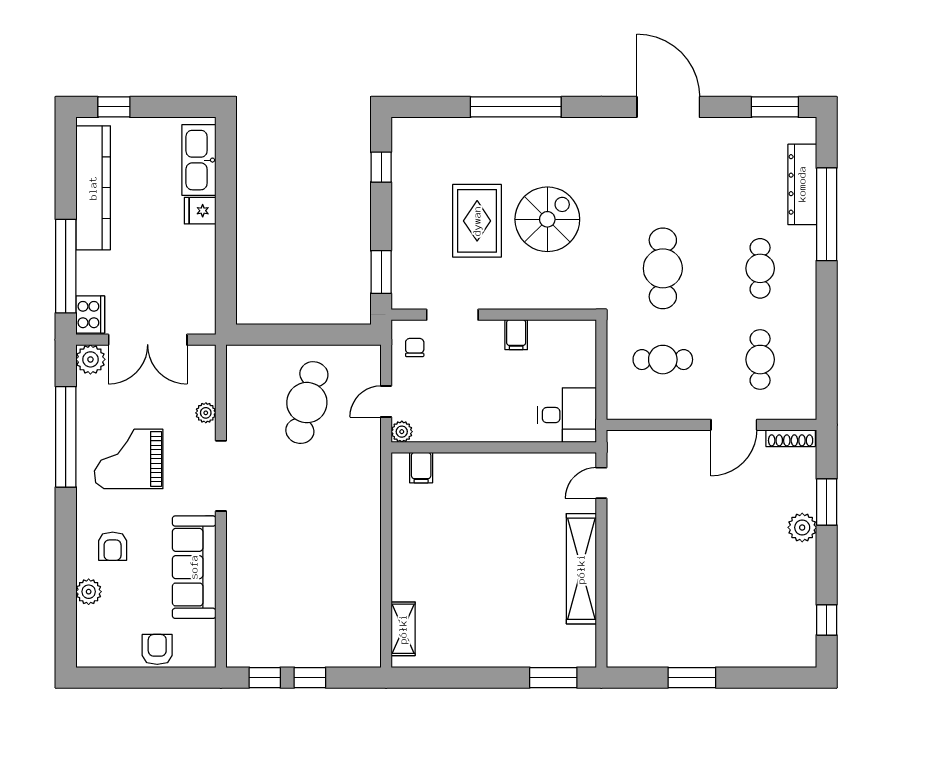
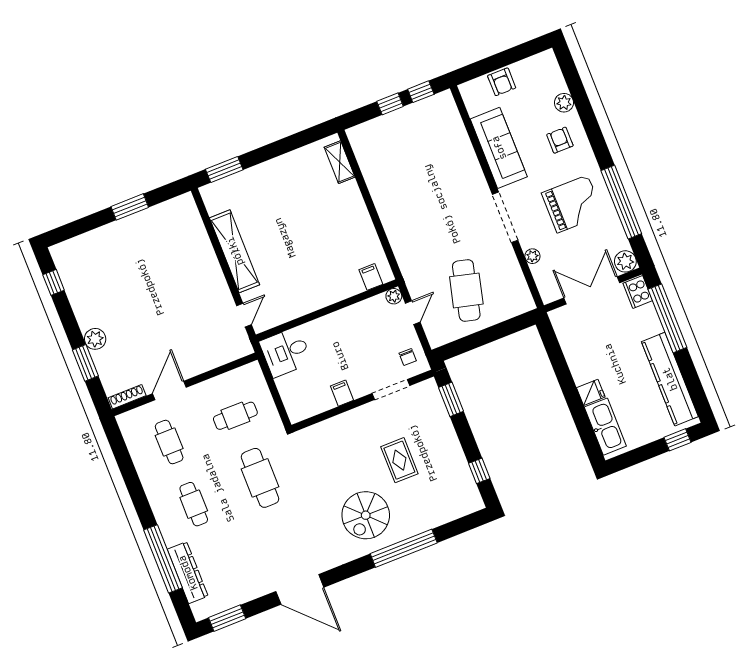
spiral stairs: (547, 219) -> (366, 515), moved
rug: (477, 221) -> (399, 460), width x0.73, depth x0.70

